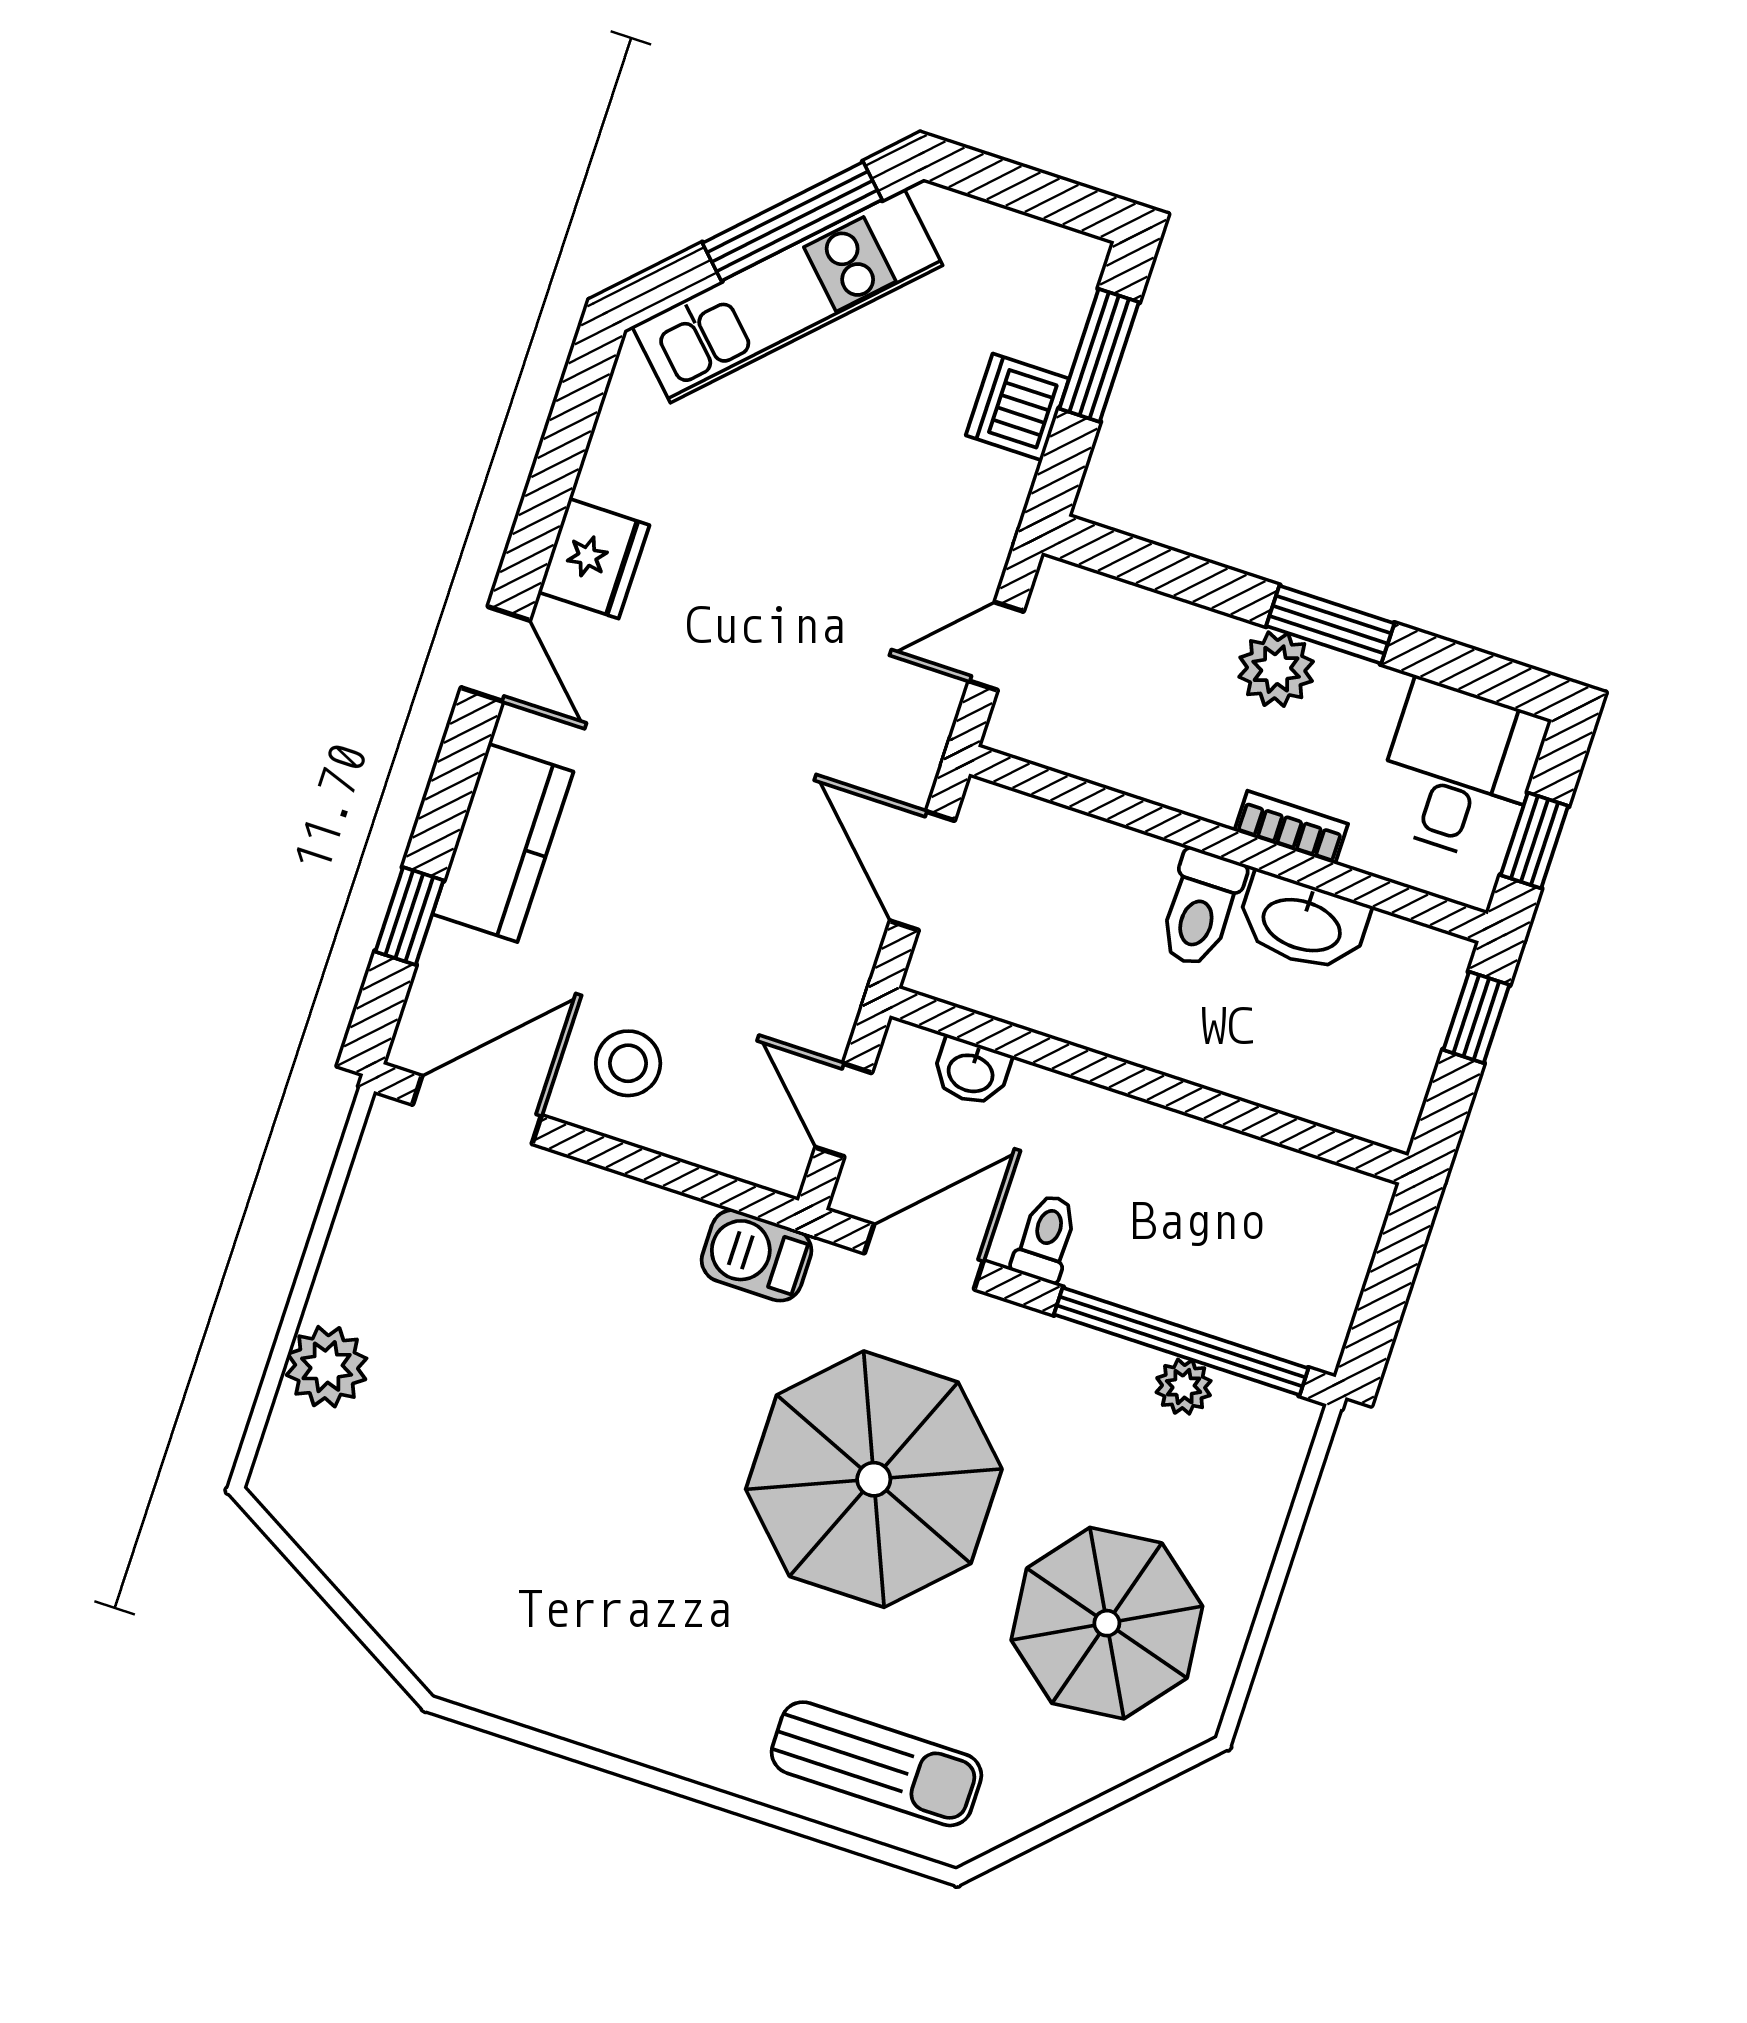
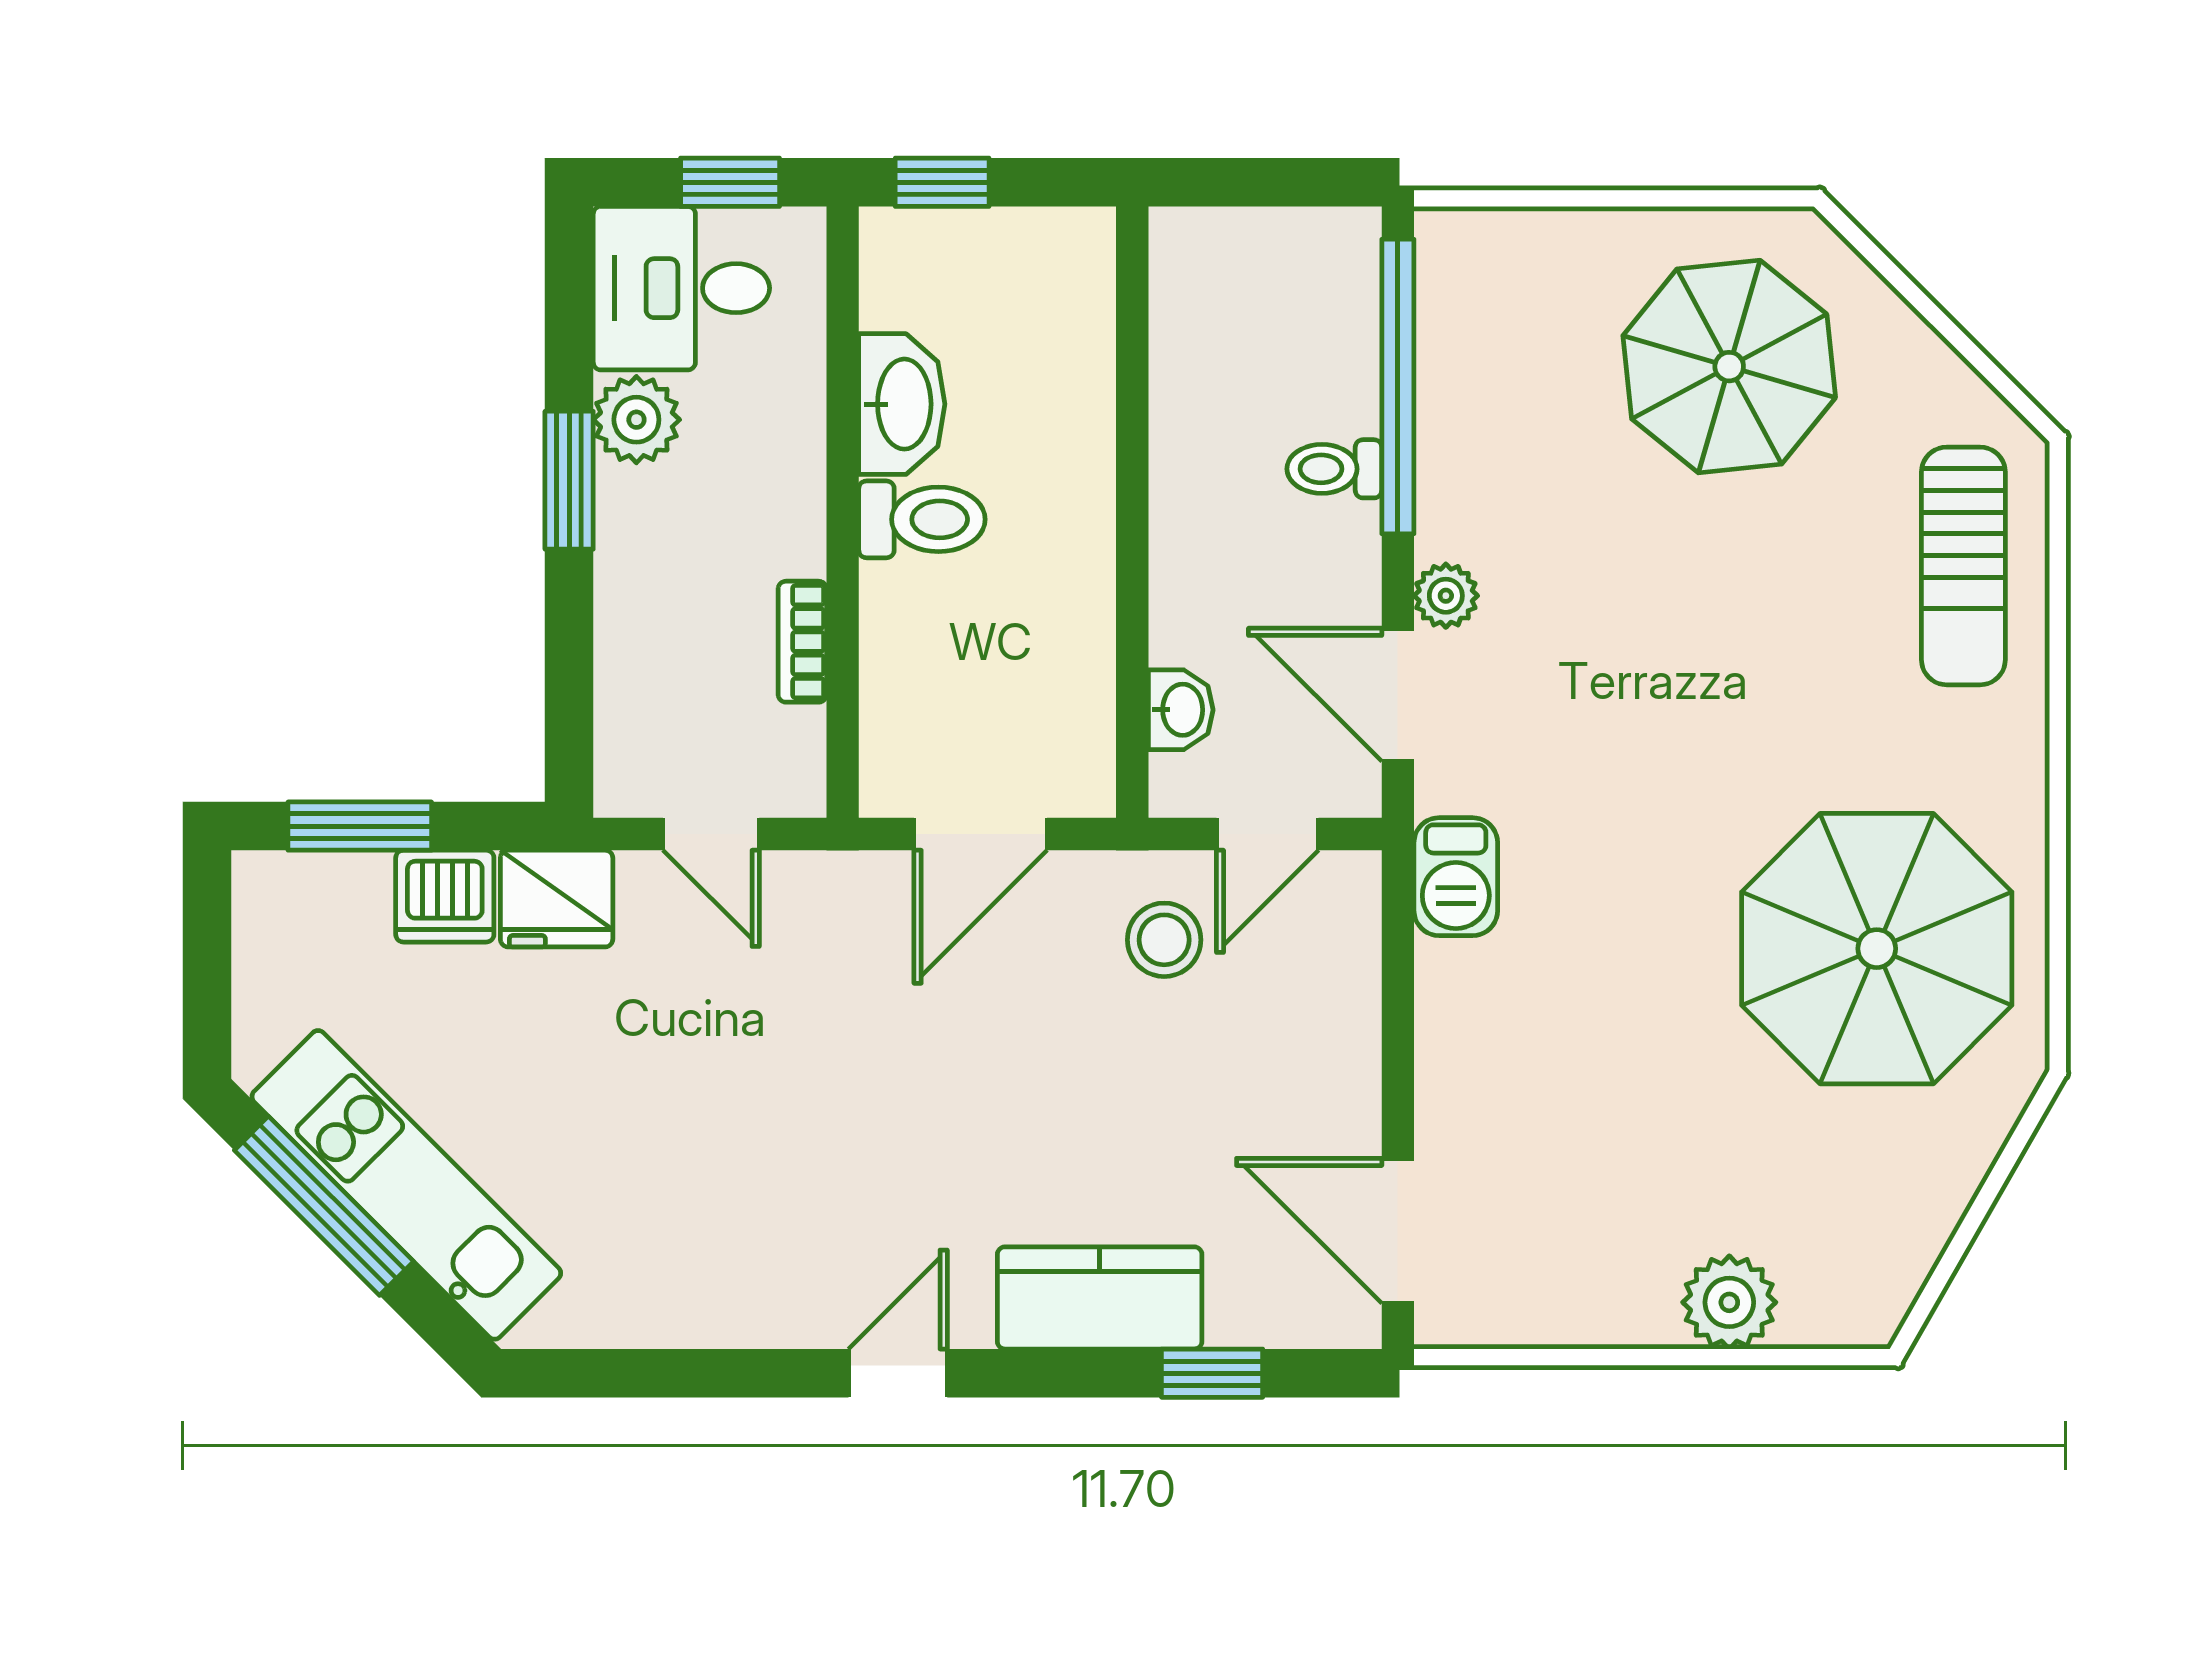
fridge: (594, 559) -> (557, 899), moved, turned 180
plant: (1276, 669) -> (636, 420), moved
bookcase: (1291, 827) -> (802, 642), moved
stool: (628, 1063) -> (1164, 940), moved
toilet: (1045, 1238) -> (1334, 469), moved
plant: (1184, 1387) -> (1446, 596), moved
parasol: (874, 1479) -> (1877, 949), moved
sun lounger: (876, 1764) -> (1963, 566), turned 180

